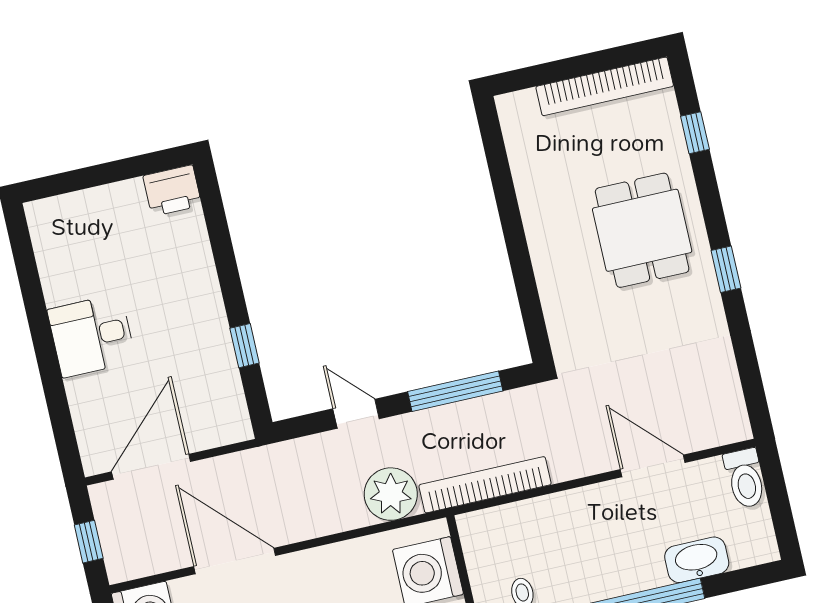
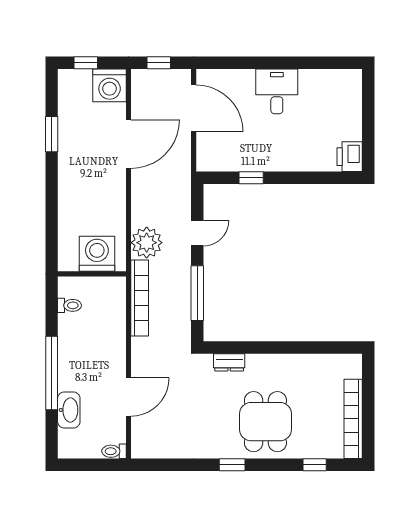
dining table: (642, 230) -> (265, 422), turned 90
dresser: (558, 313) -> (229, 362), added
toilet: (745, 478) -> (114, 451), width x0.73, depth x0.72

